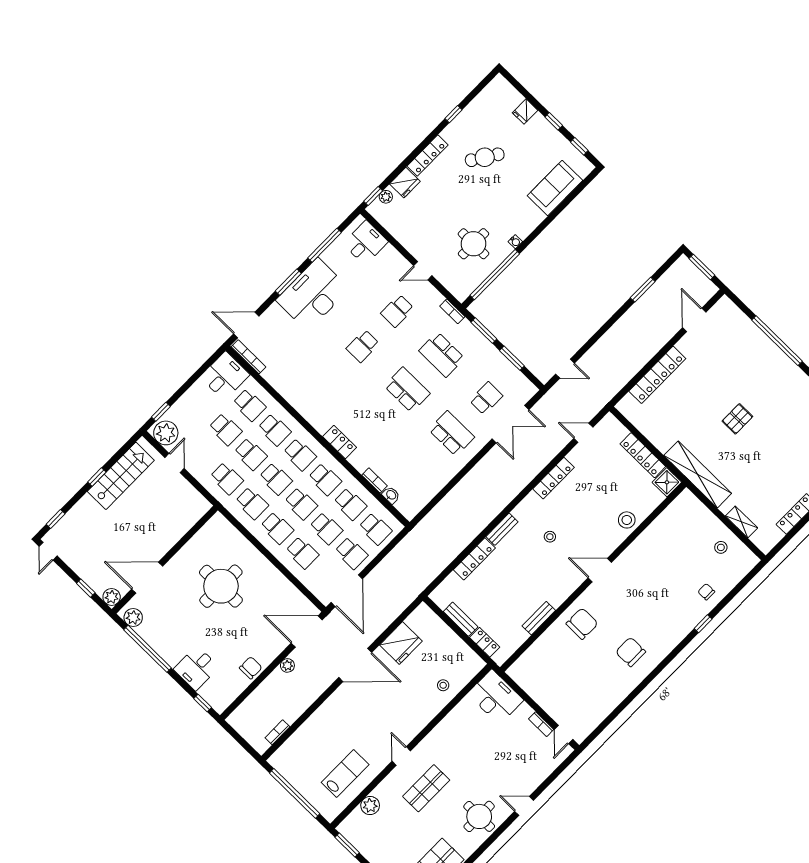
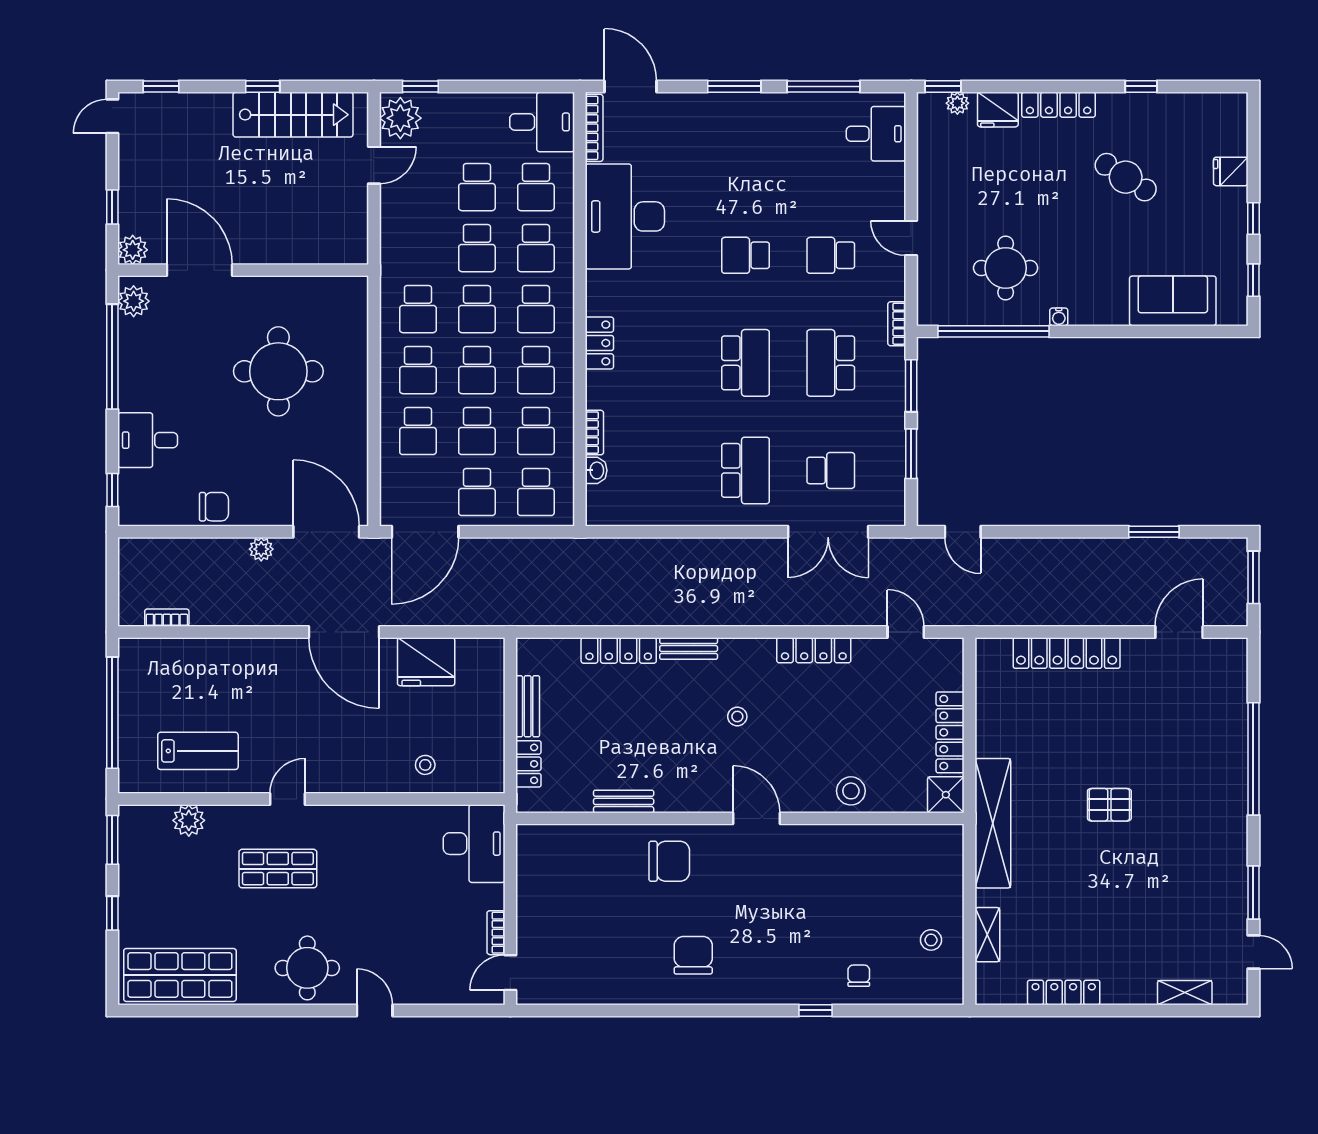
desk: (313, 294) -> (625, 216), moved, turned -90
school desk: (227, 478) -> (418, 248), removed

